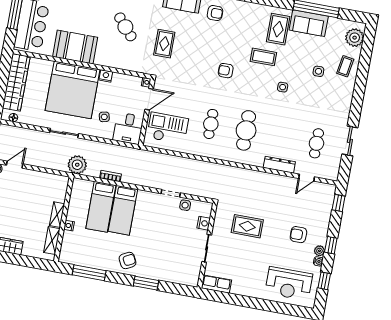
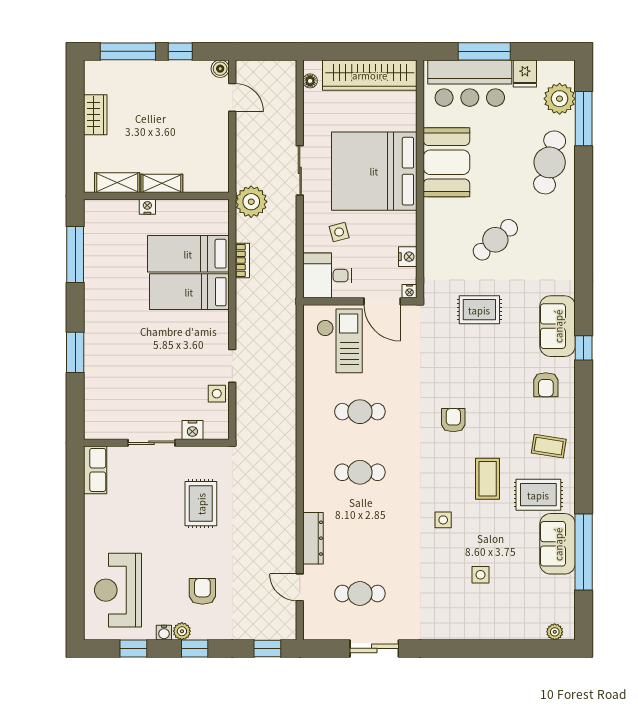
plant: (355, 38) -> (555, 632), width x0.53, depth x0.53
coffee table: (345, 66) -> (549, 446), moved
nightstand: (106, 76) -> (408, 257), moved
cafe table: (246, 130) -> (360, 472), width x0.73, depth x0.74
armchair: (128, 260) -> (107, 315), removed

